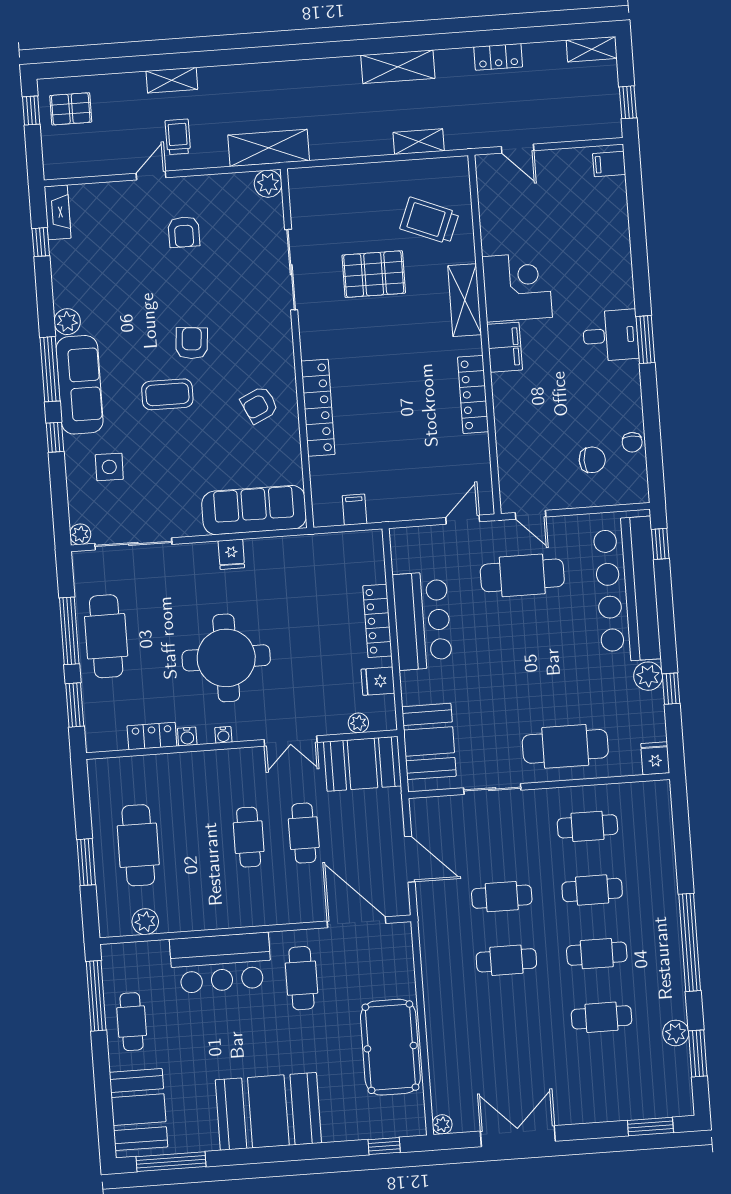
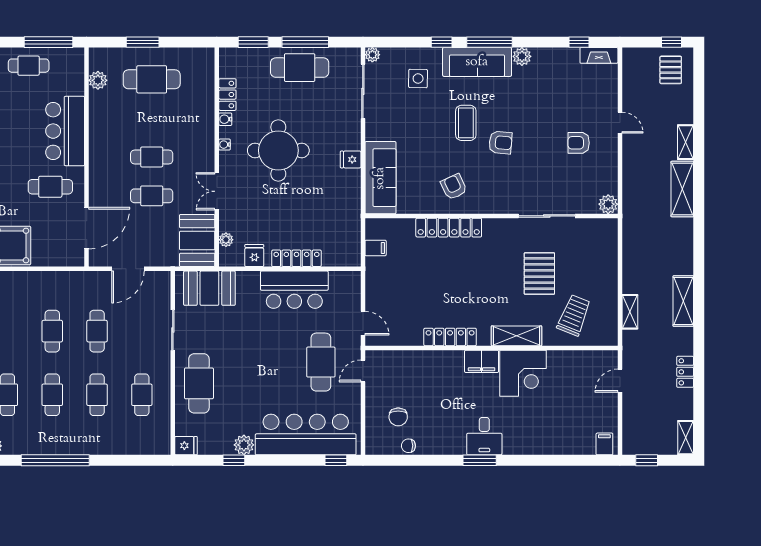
trolley: (178, 137) -> (646, 143), removed
shelving: (269, 148) -> (682, 189), moved

